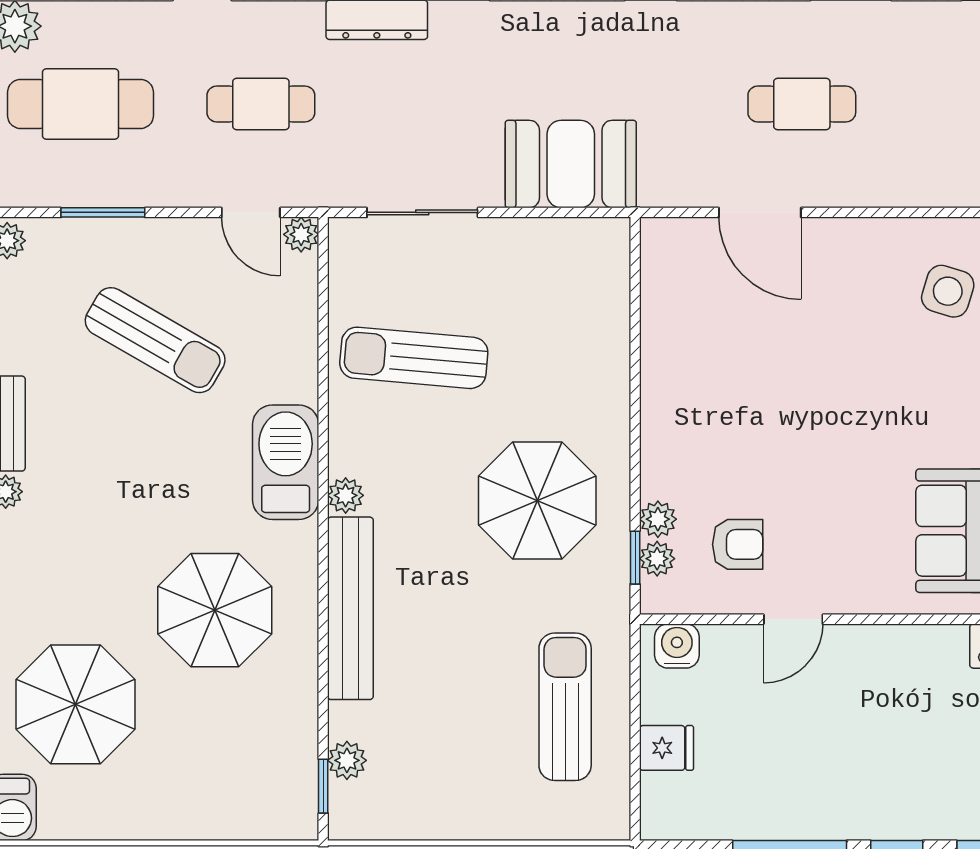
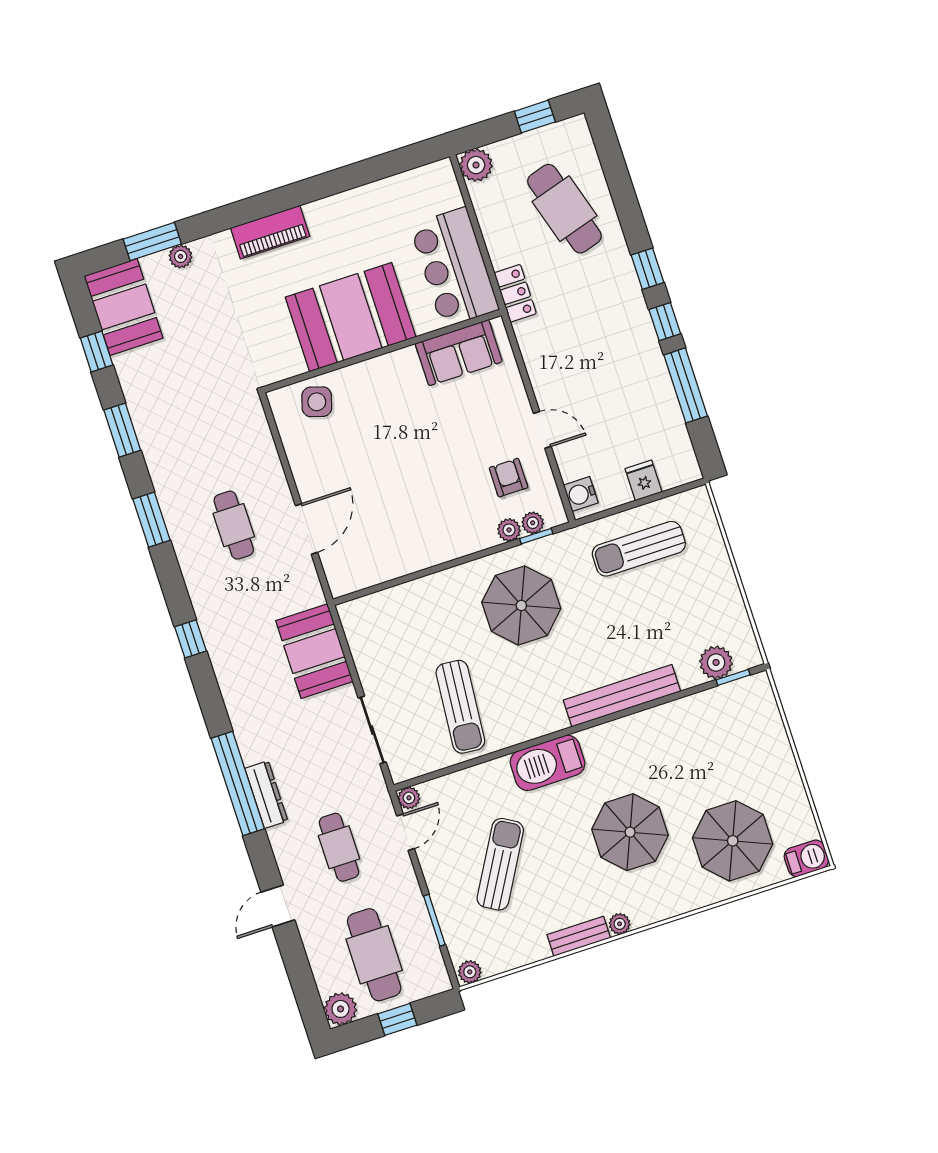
plant: (346, 495) -> (556, 721), removed
parasol: (215, 610) -> (630, 832), moved
plant: (347, 760) -> (716, 662), width x1.38, depth x1.38

